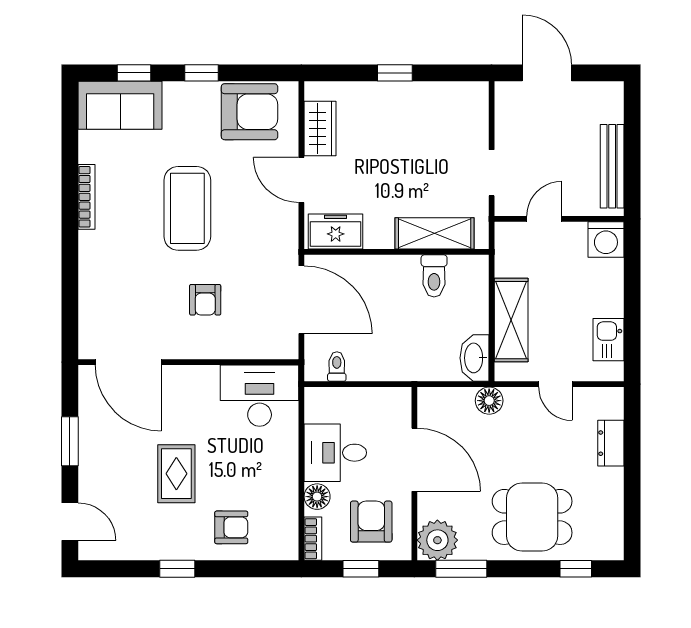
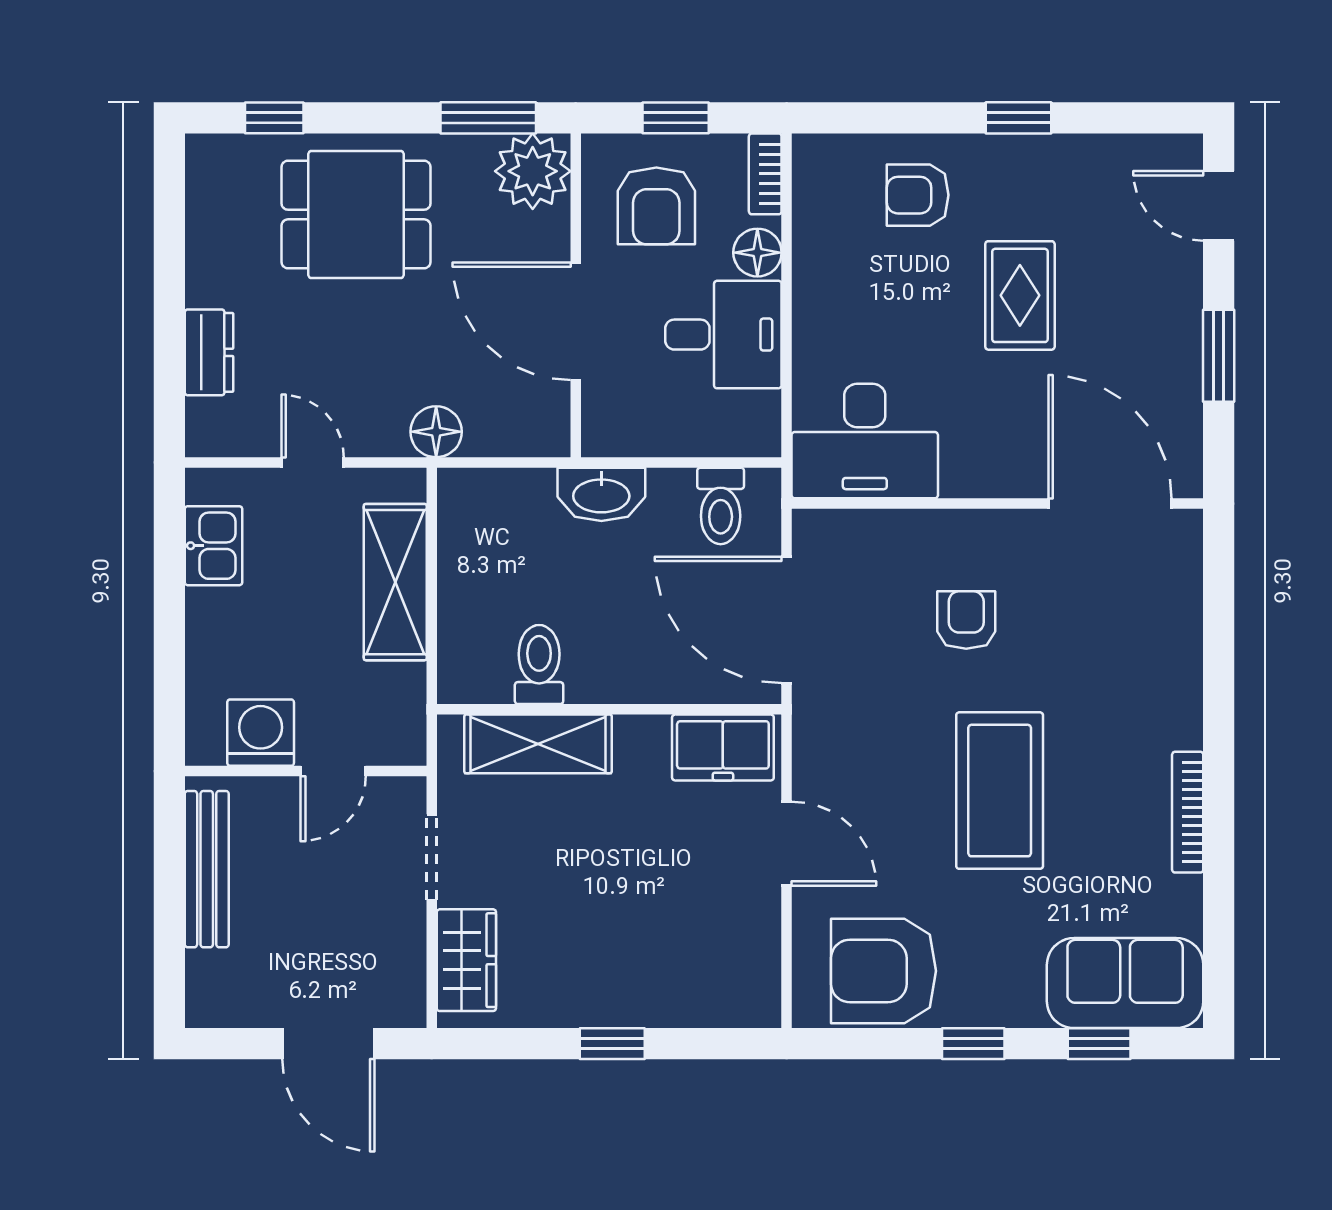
wardrobe: (320, 128) -> (466, 960), moved, turned 180
washing machine: (606, 239) -> (261, 733), moved
washbasin: (474, 358) -> (601, 494), moved, turned 90
toilet: (337, 367) -> (721, 506), width x1.37, depth x1.39

